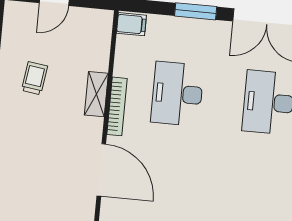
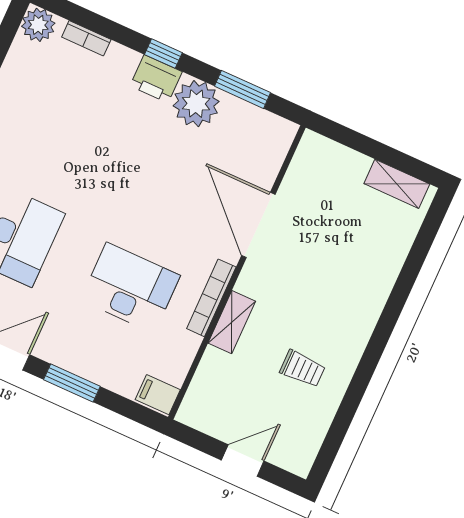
trolley: (34, 78) -> (303, 369), turned -98
desk: (177, 94) -> (130, 288), turned -90

